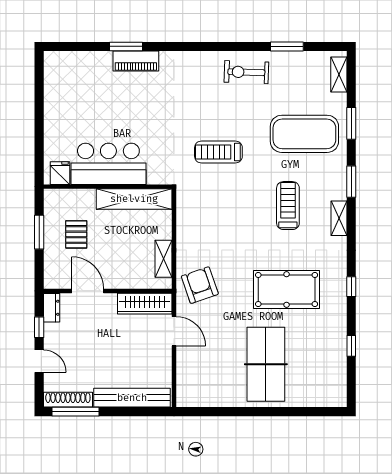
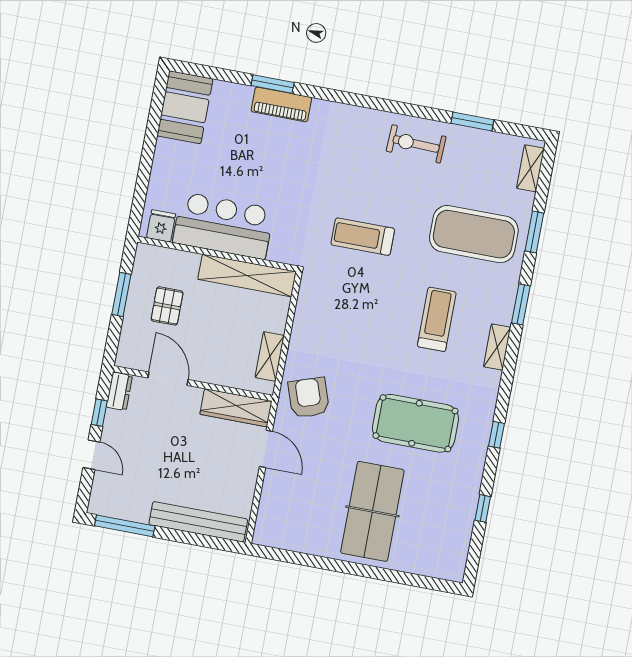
booth: (61, 77) -> (185, 107), added
shoe rack: (68, 400) -> (118, 509), removed

